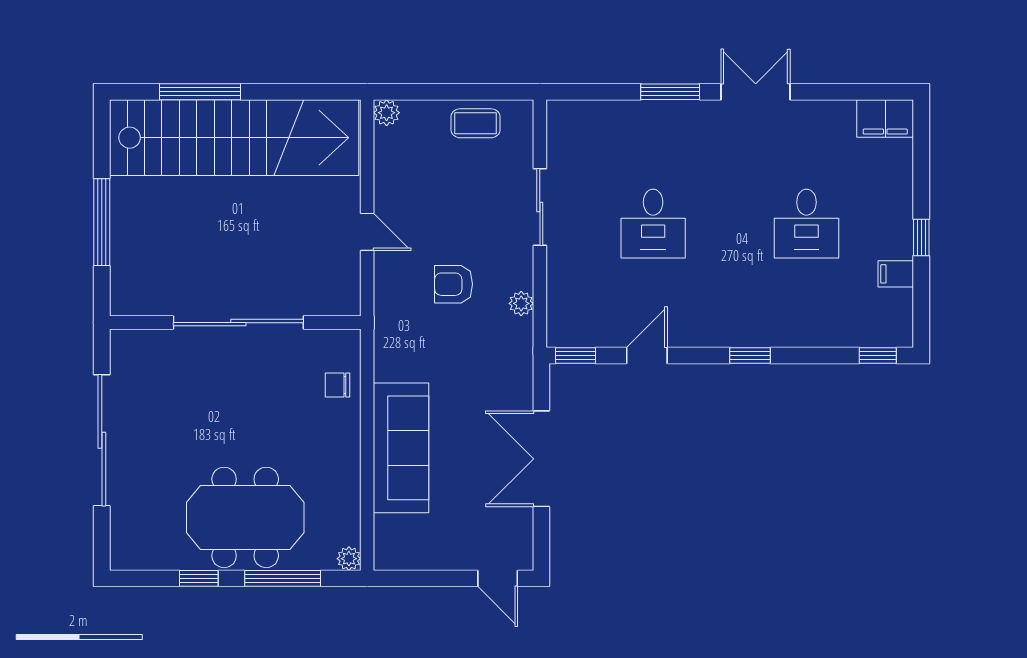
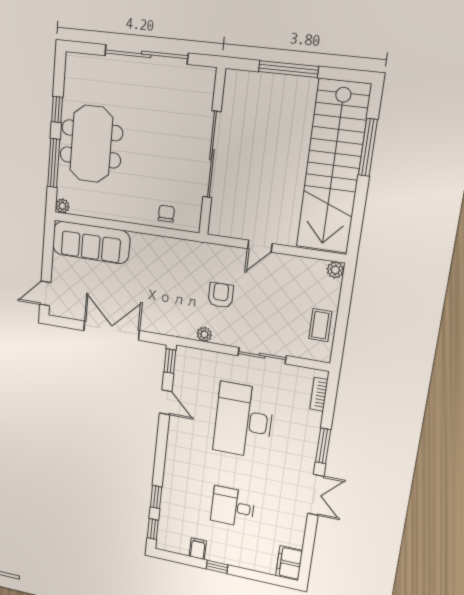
bookcase: (586, 110) -> (319, 394), added
desk: (653, 224) -> (243, 421), width x1.87, depth x1.30
window: (750, 355) -> (156, 497), moved
sofa: (401, 448) -> (91, 242), moved

